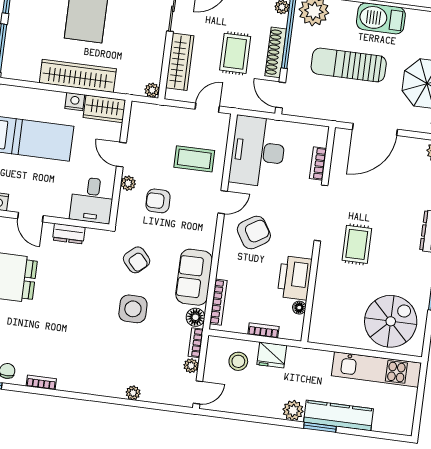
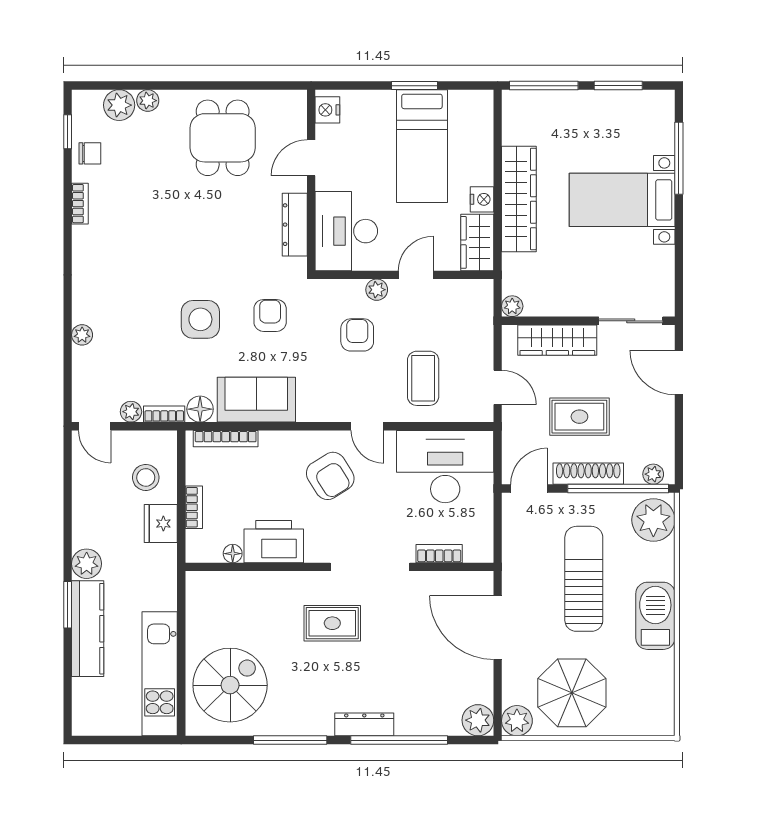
desk: (92, 200) -> (346, 231), width x1.37
dresser: (69, 234) -> (295, 225), width x1.44
armchair: (137, 260) -> (270, 315), turned 132
spiral stairs: (391, 321) -> (230, 685), turned -90

